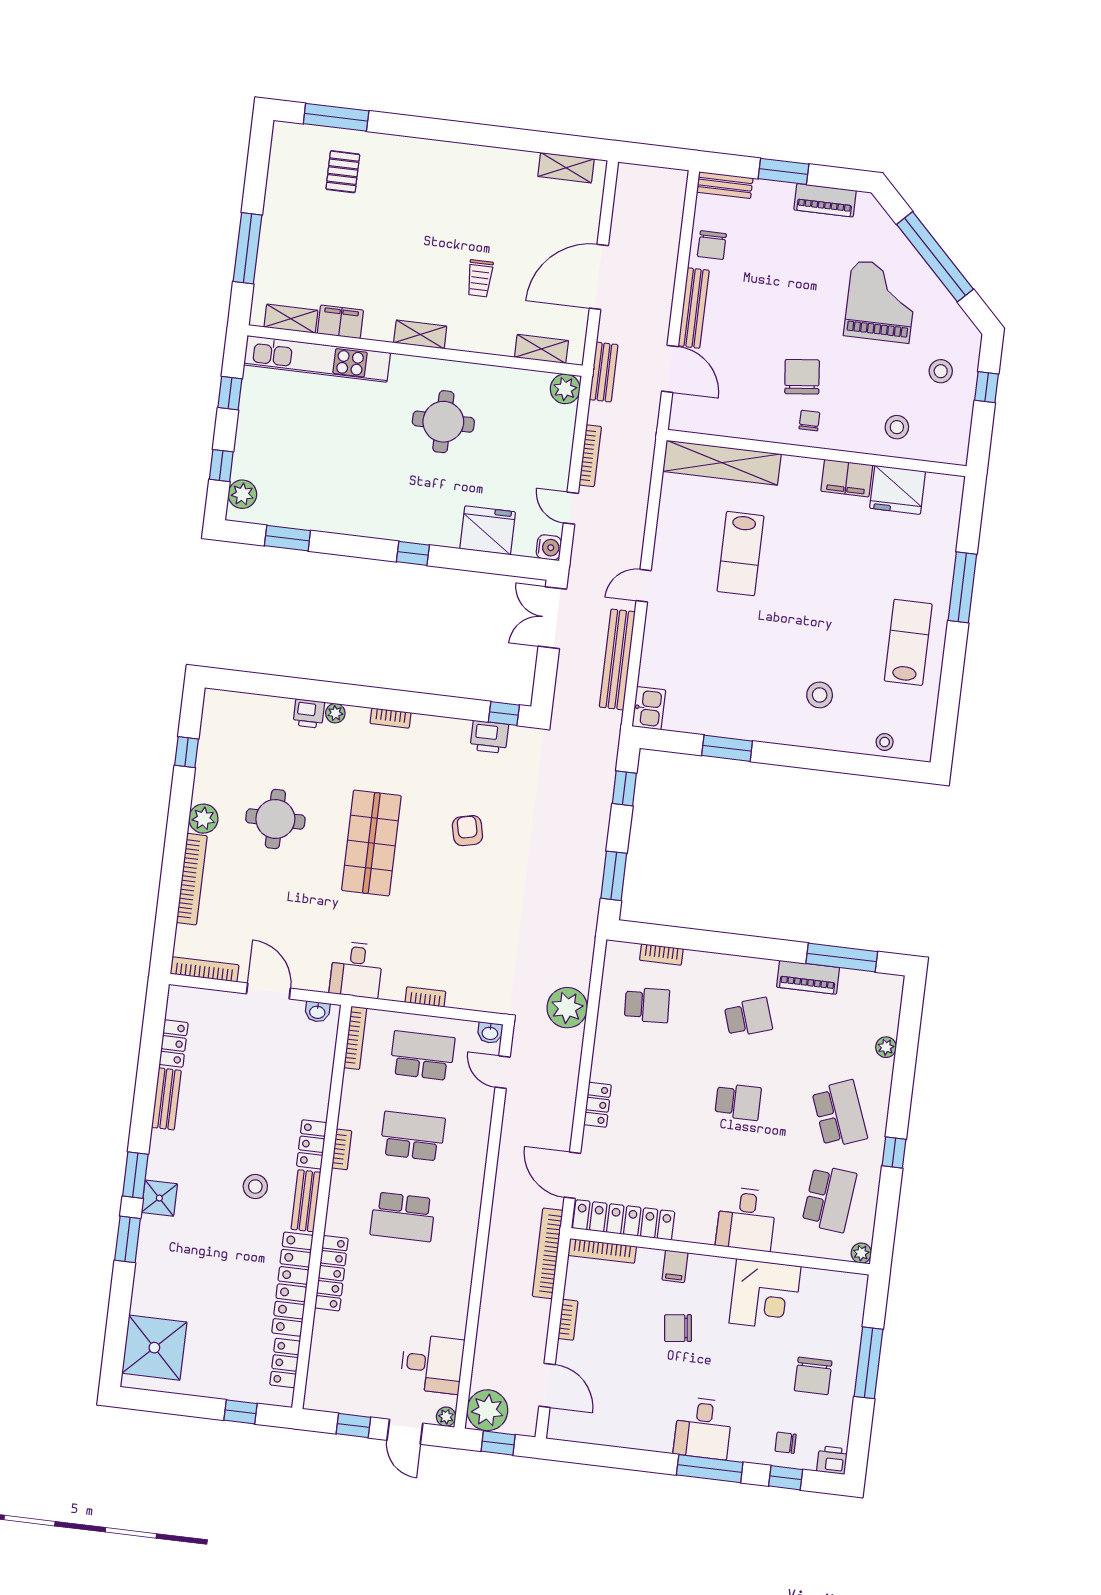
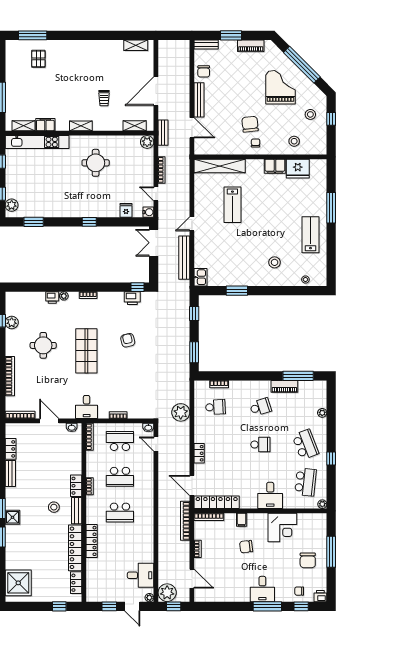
fridge: (488, 530) -> (126, 210), width x0.53, depth x0.75
plant: (203, 819) -> (12, 322), moved
school desk: (413, 1136) -> (120, 477), turned 180

